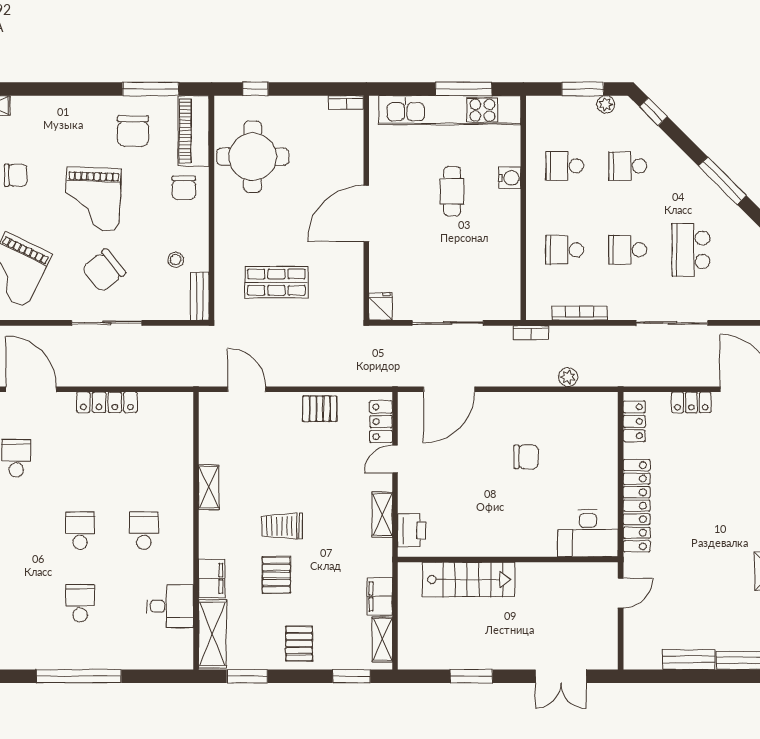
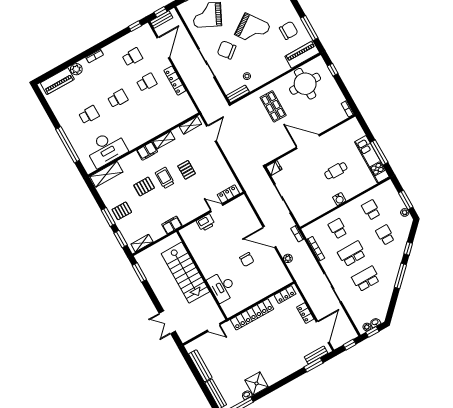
kitchen unit: (450, 110) -> (372, 159), width x0.73
window: (653, 112) -> (408, 248), moved
chair: (133, 131) -> (289, 30), turned 180
water cooler: (510, 178) -> (339, 199), moved
chair: (184, 188) -> (277, 63), removed
grand piano: (93, 199) -> (253, 30), turned -127
school desk: (628, 250) -> (352, 254), width x1.85
shop shelf: (276, 282) -> (273, 106), moved
door: (449, 389) -> (269, 237), moved
pallet: (320, 409) -> (187, 170), moved
shelving: (382, 515) -> (190, 125), moved
printer: (412, 530) -> (206, 223), moved
school desk: (144, 531) -> (147, 82), moved
desk: (588, 533) -> (222, 287), moved
filing cabinet: (212, 578) -> (147, 151), moved
stairs: (469, 579) -> (185, 273), width x1.36, depth x1.51
filing cabinet: (380, 596) -> (172, 225), moved
desk: (170, 606) -> (106, 149), width x1.87, depth x1.30
bench: (689, 660) -> (200, 366), width x1.36
window: (79, 676) -> (68, 145), moved
window: (247, 676) -> (108, 217), moved
window: (471, 676) -> (139, 272), moved

